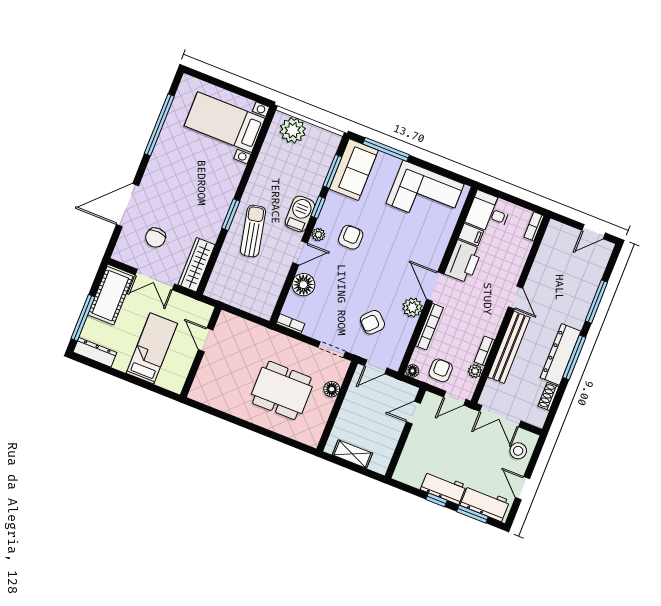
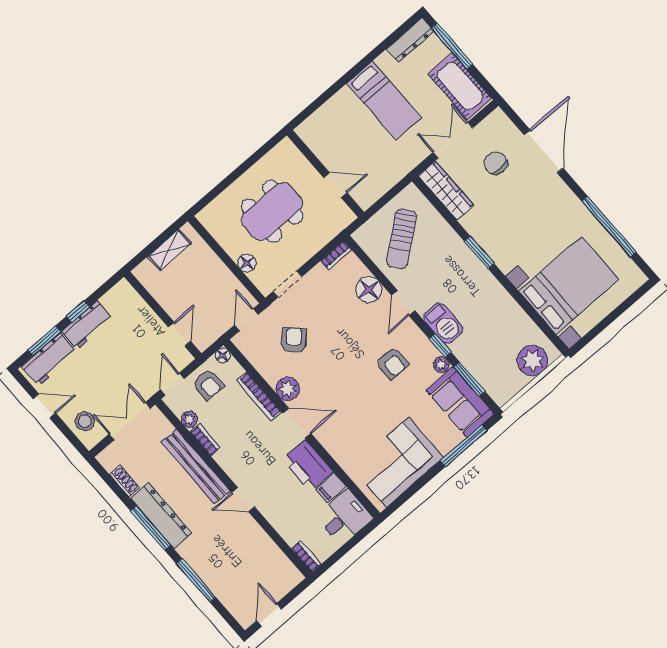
bed with nightstands: (225, 122) -> (569, 285), width x1.36
sun lounger: (253, 231) -> (401, 239), moved, turned 64
plant: (318, 235) -> (441, 365), moved
door: (206, 340) -> (335, 185), moved
wall: (201, 352) -> (325, 174), moved

